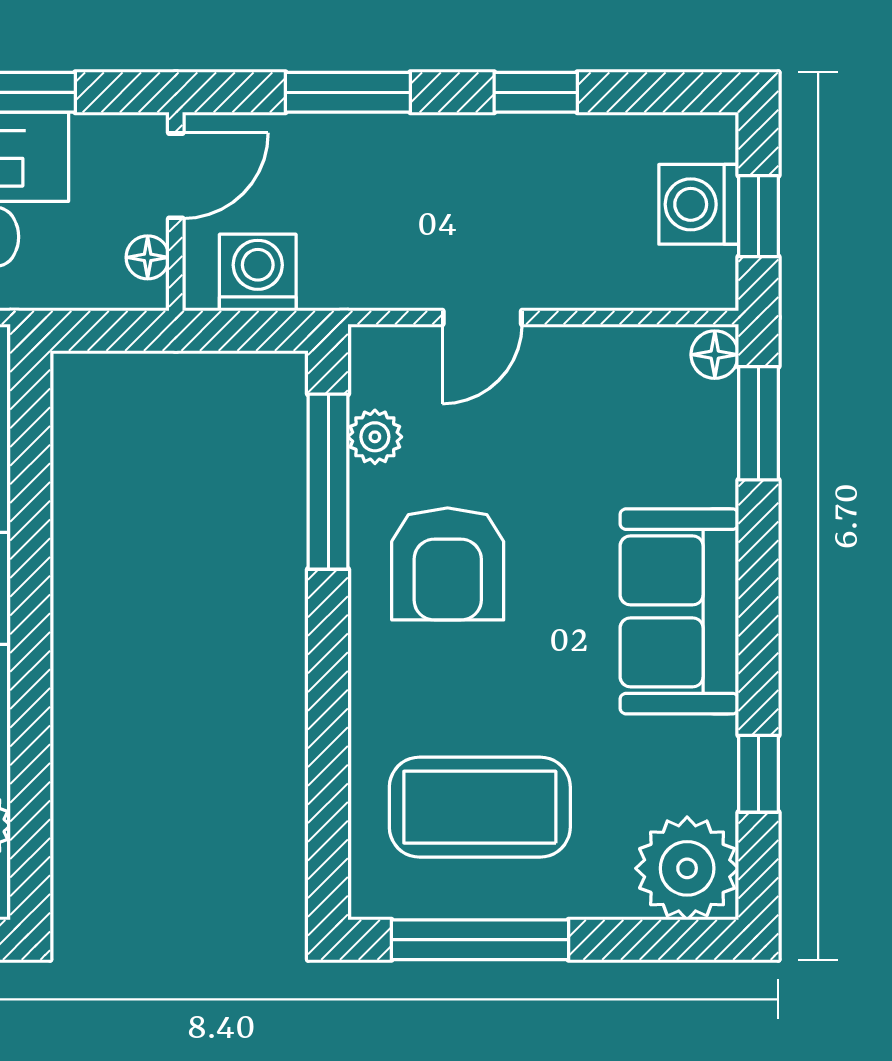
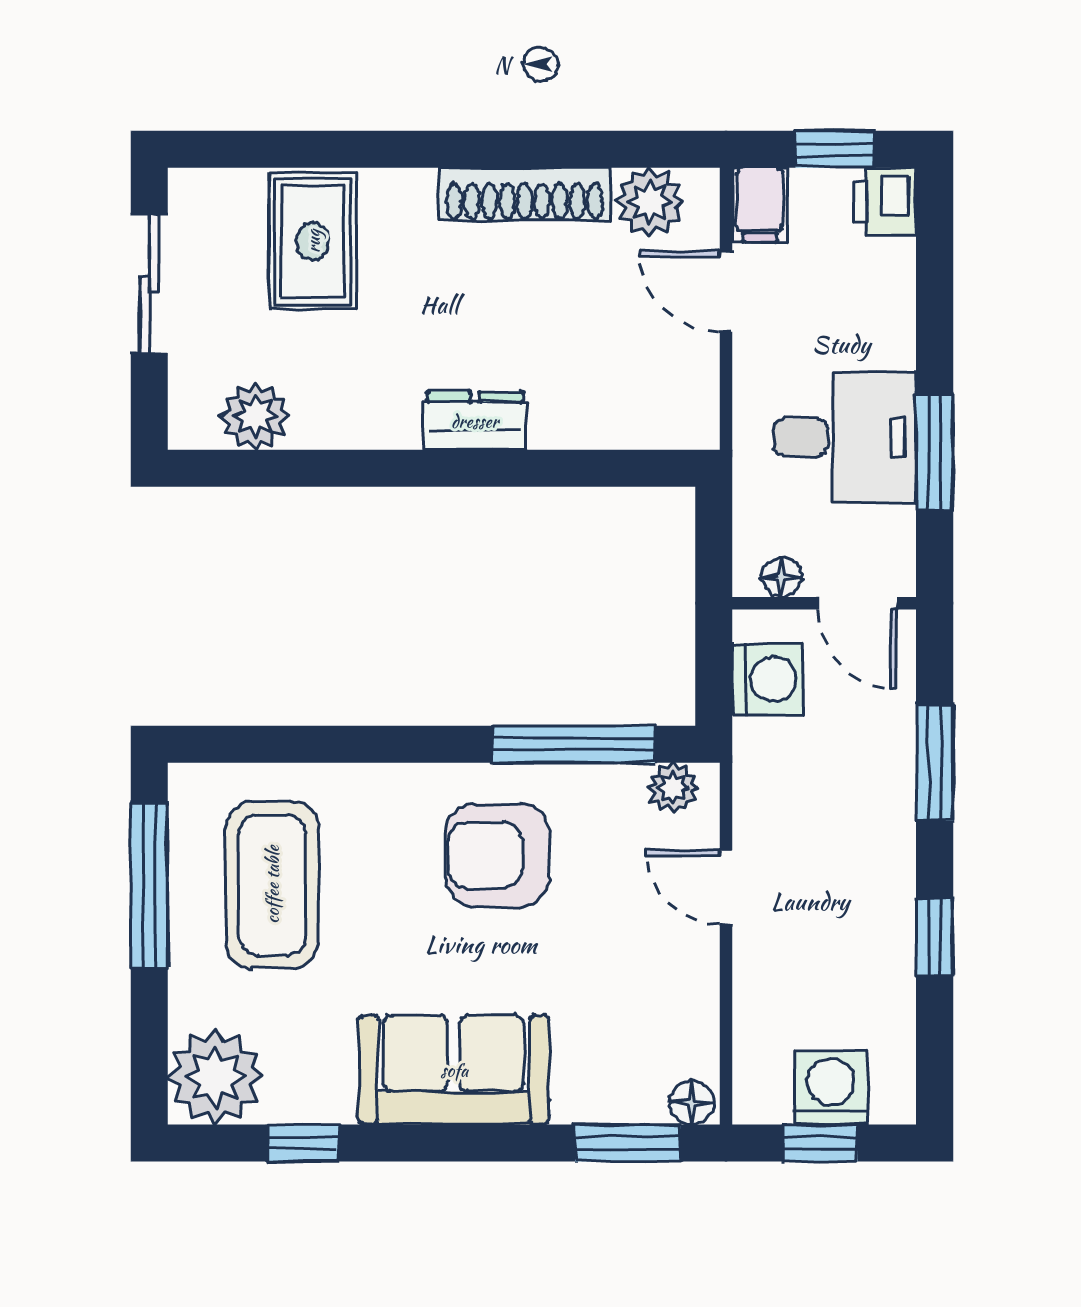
plant: (375, 437) -> (673, 788), moved

